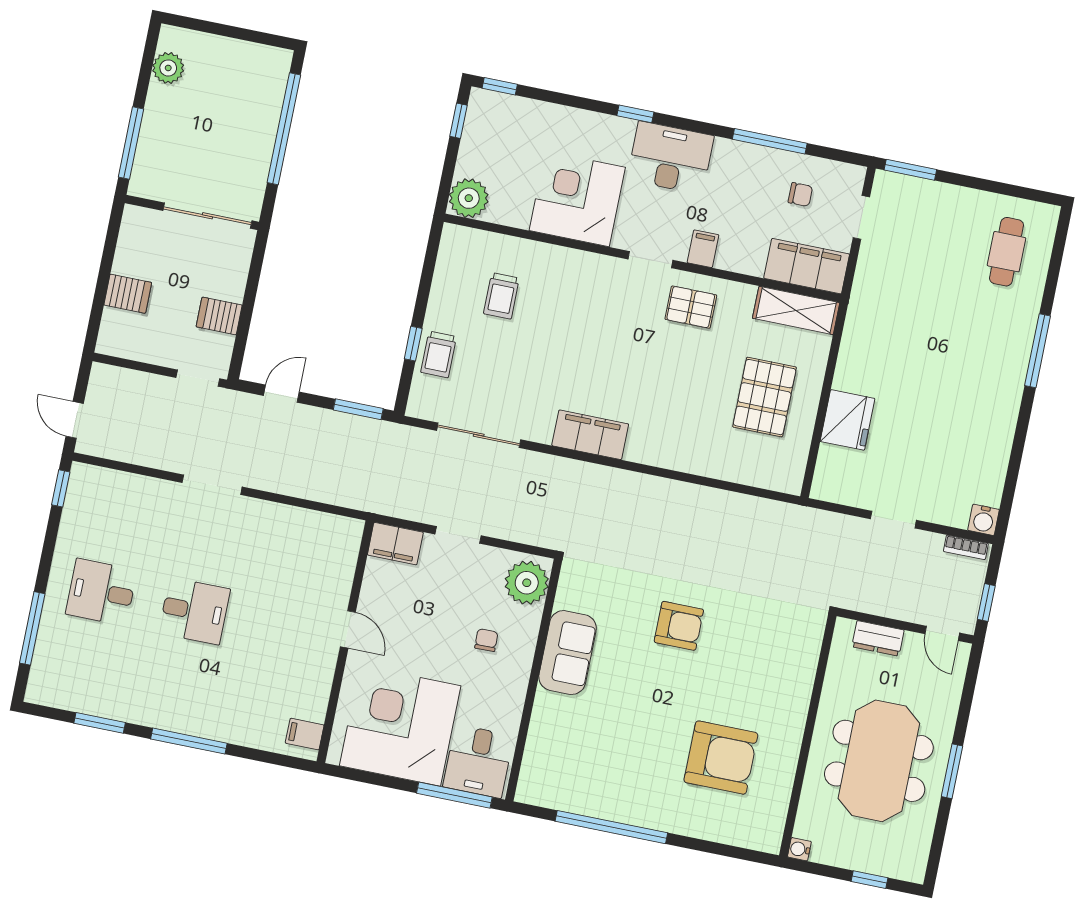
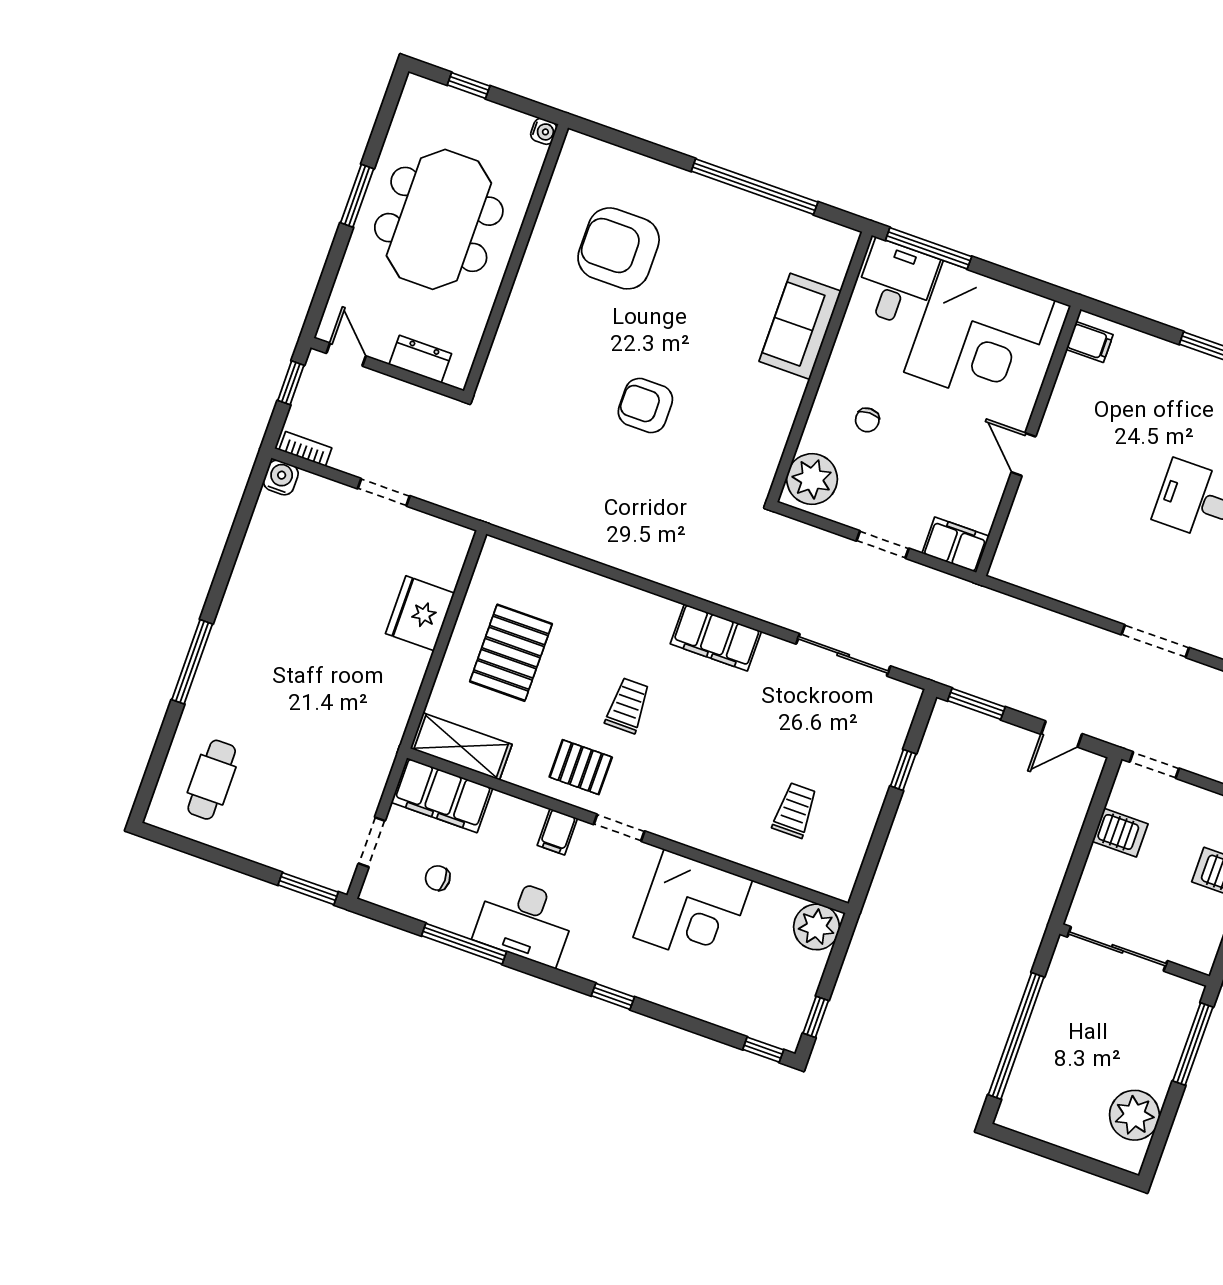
plant: (168, 68) -> (1134, 1115), width x1.36, depth x1.36
desk: (670, 158) -> (525, 921), moved
trolley: (439, 354) -> (628, 706), moved
sofa: (568, 653) -> (800, 326), moved

